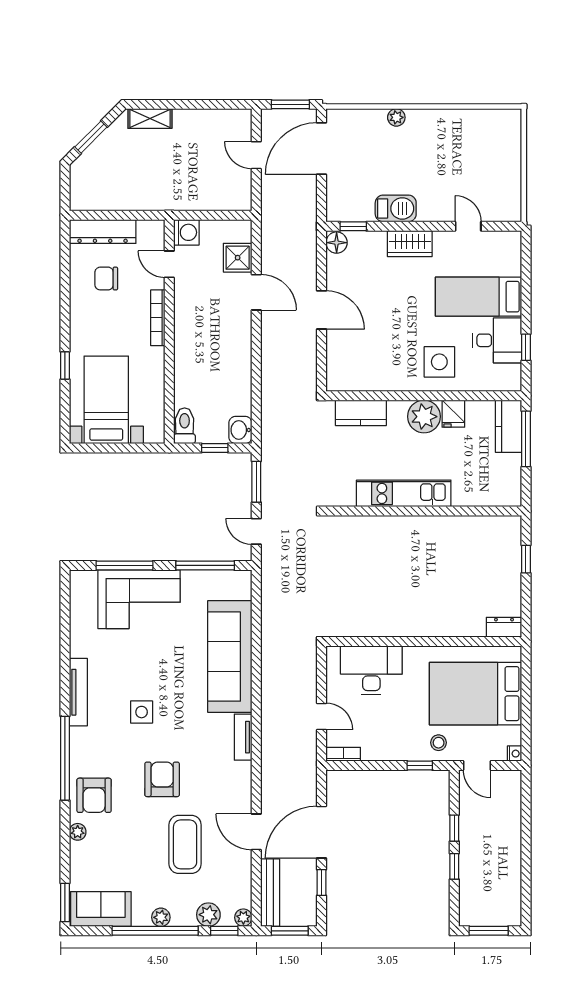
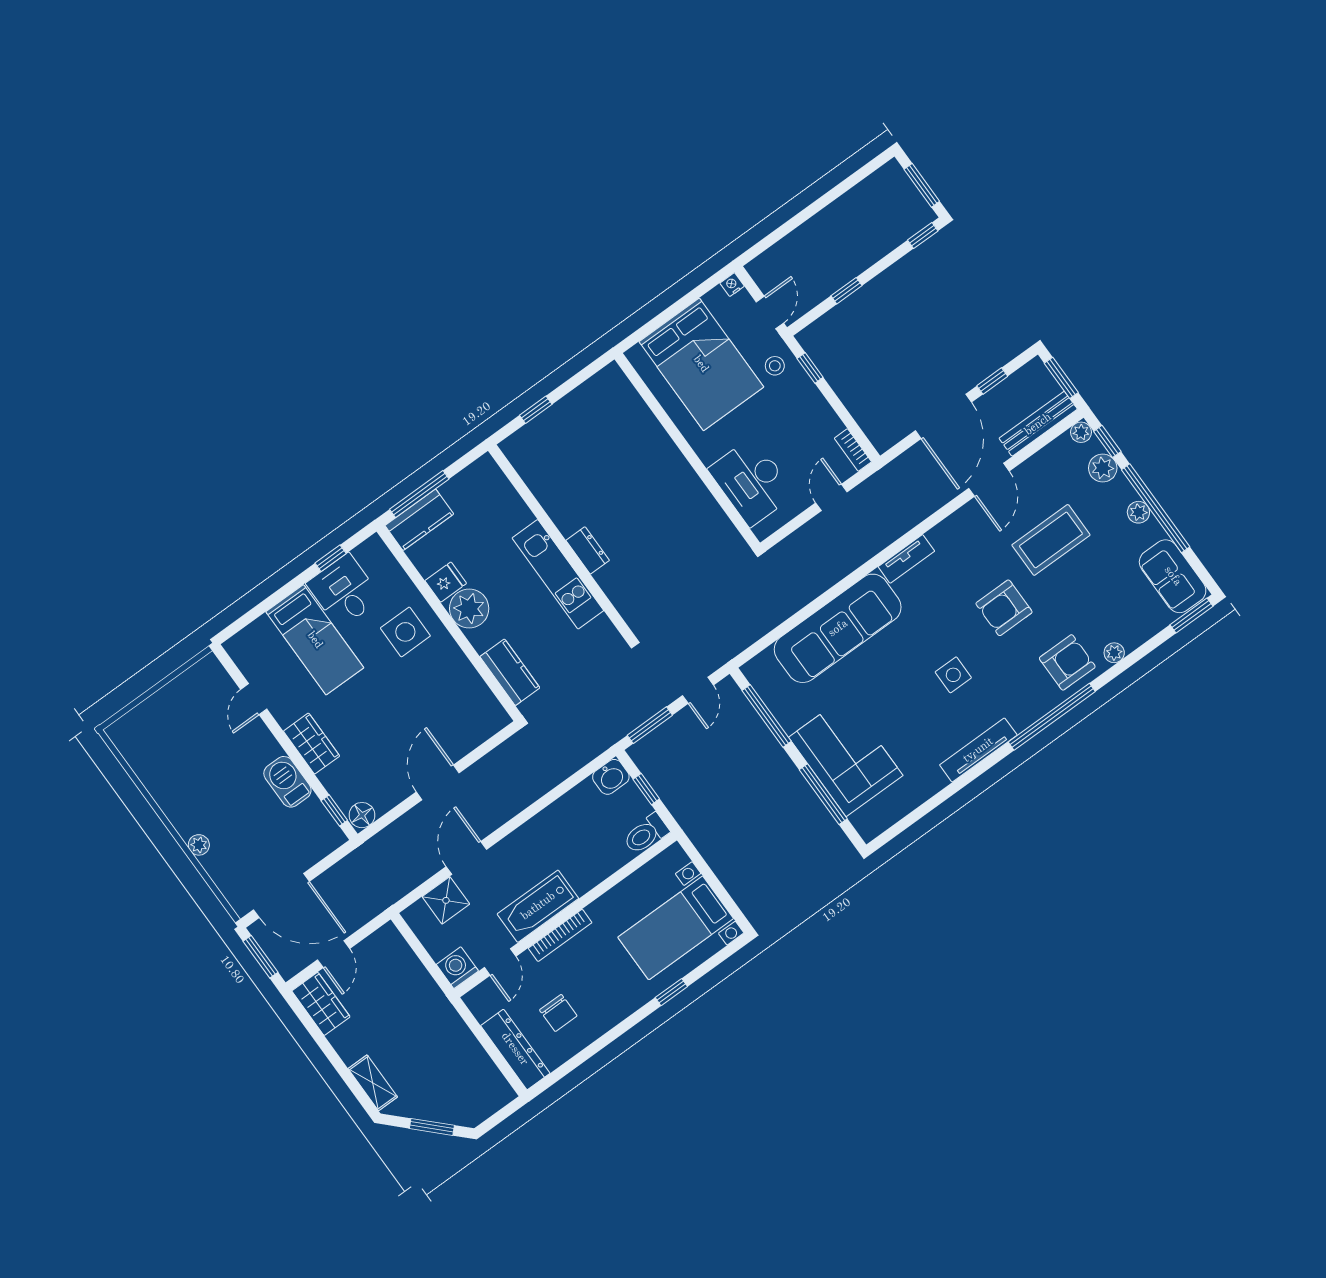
wardrobe: (229, 122) -> (321, 1004), added
bathtub: (189, 317) -> (538, 906), added
dresser: (504, 627) -> (588, 550), moved, turned 180
door: (322, 832) -> (943, 416), hinge flipped
window: (454, 866) -> (923, 236), moved

